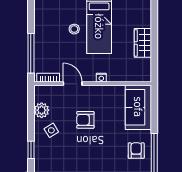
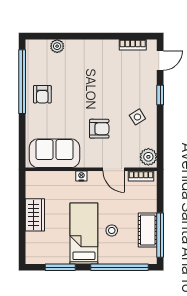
cot: (42, 29) -> (148, 230), added
window: (31, 53) -> (160, 235), moved
sofa: (138, 107) -> (54, 153), moved, turned -90
plant: (42, 110) -> (148, 157), moved

